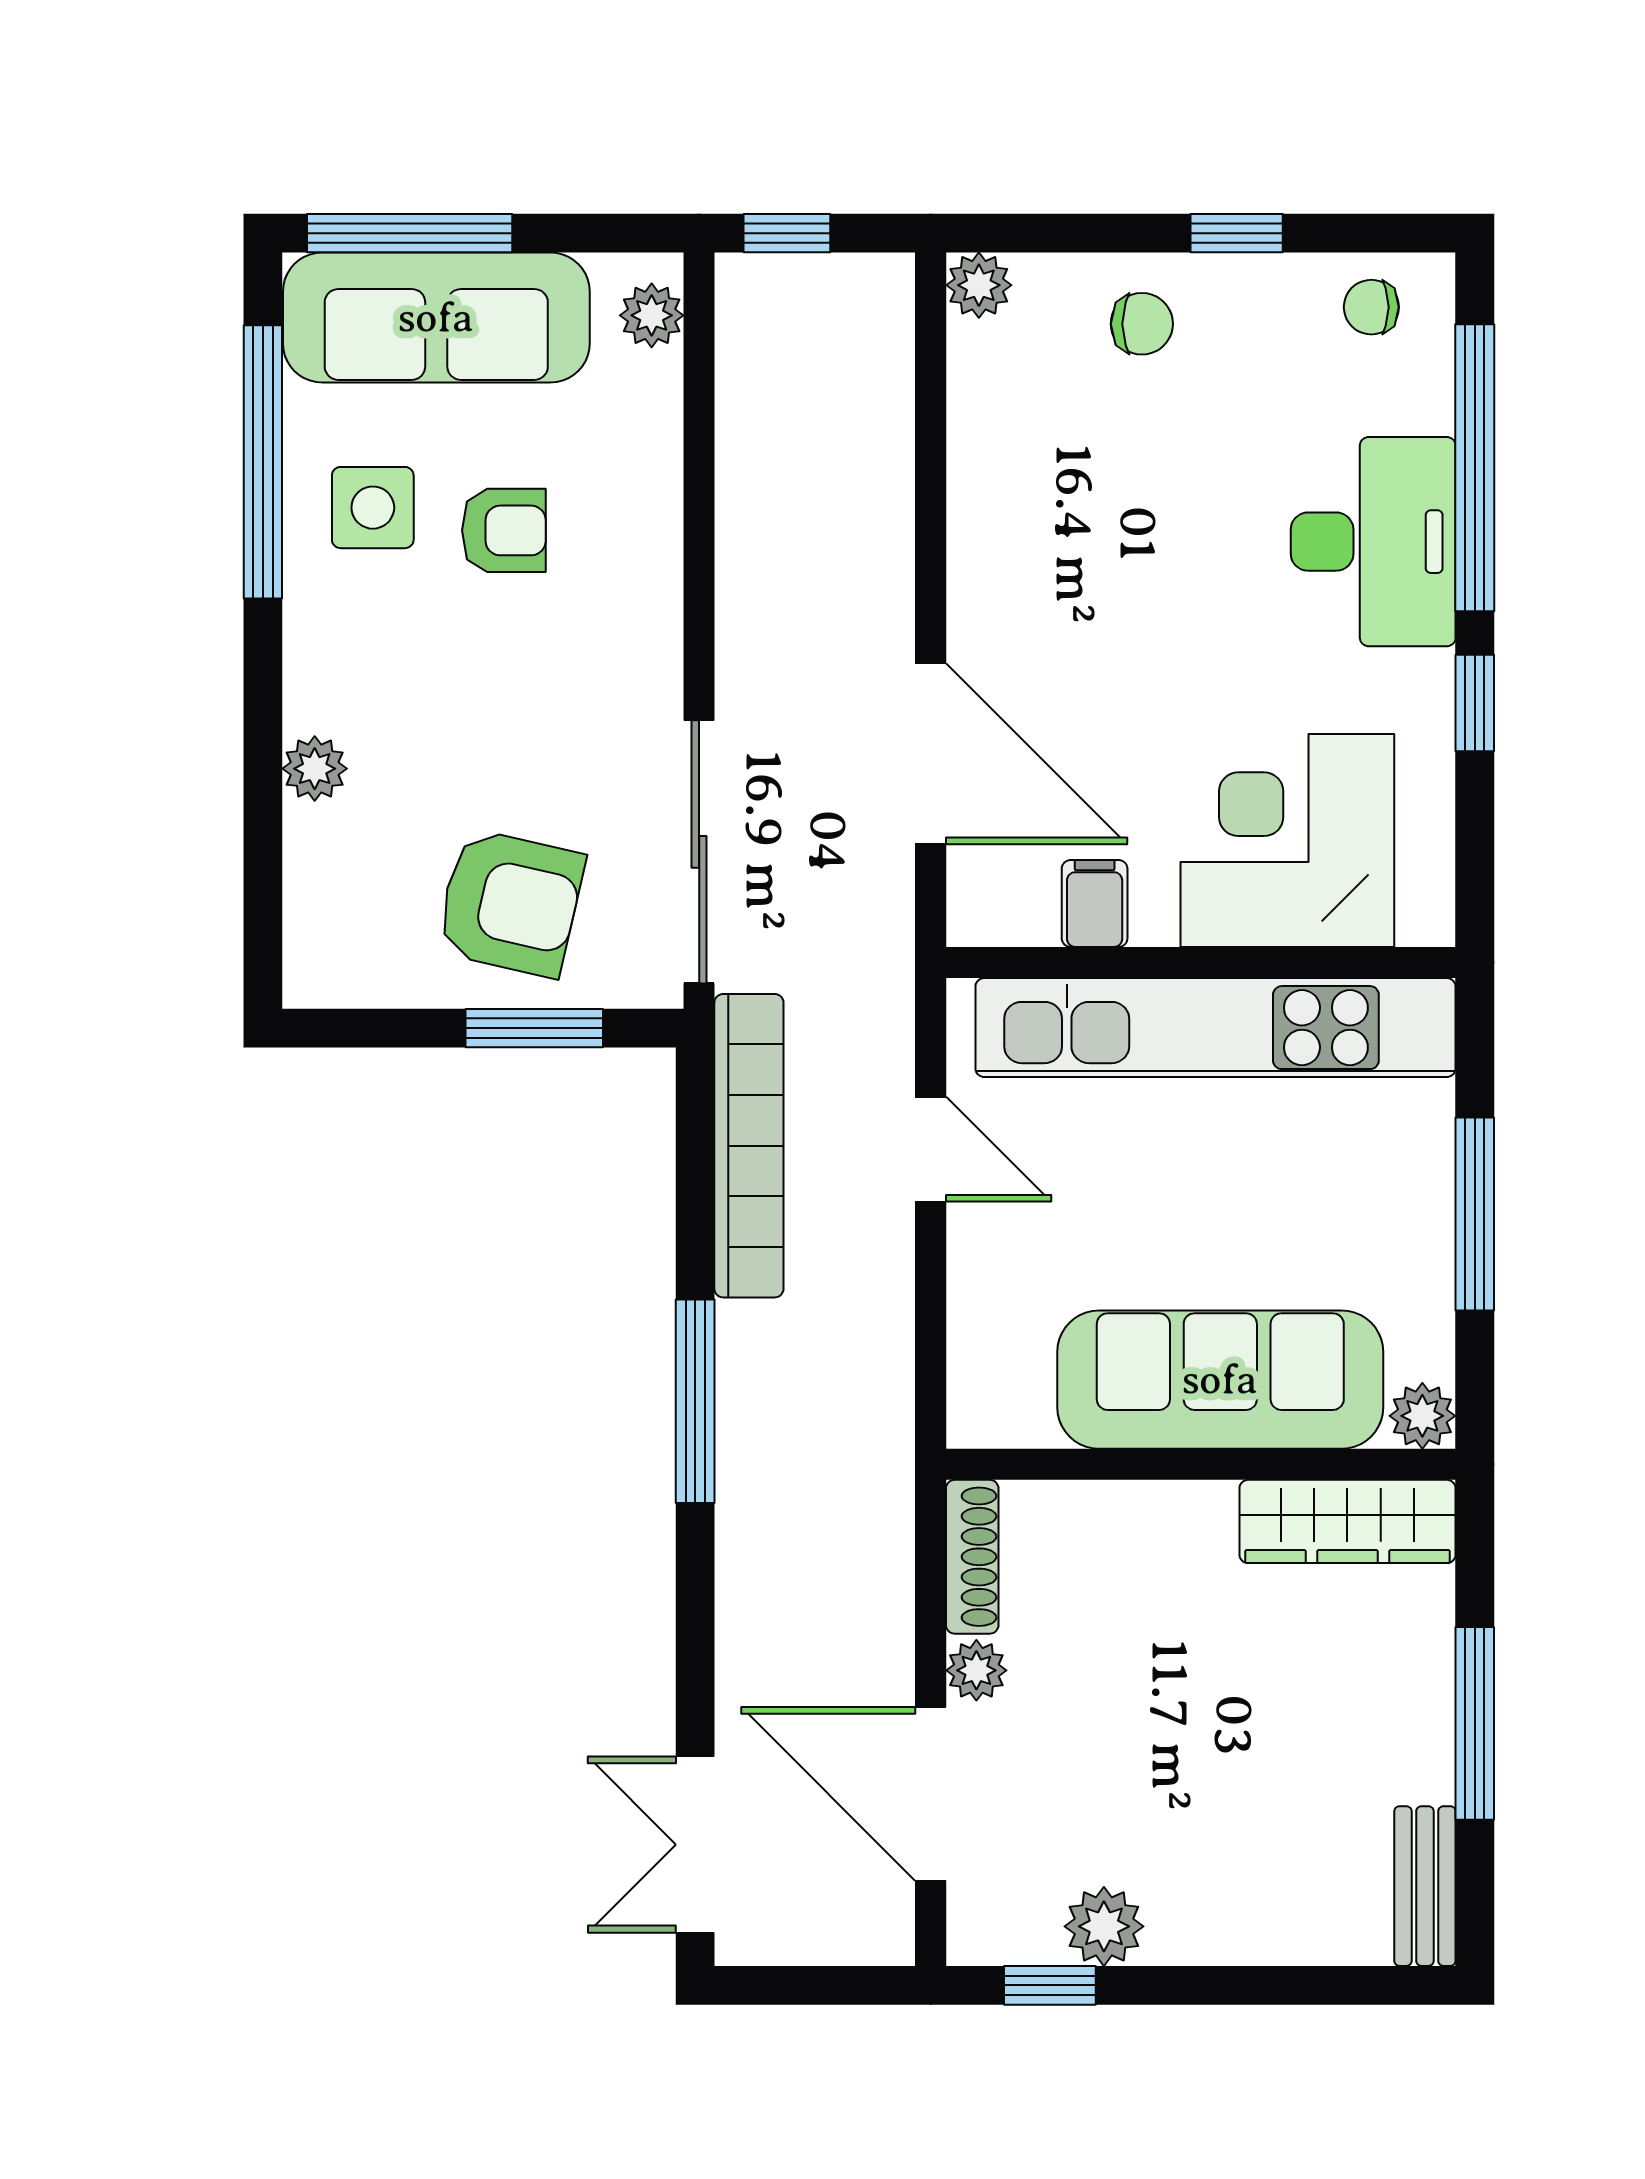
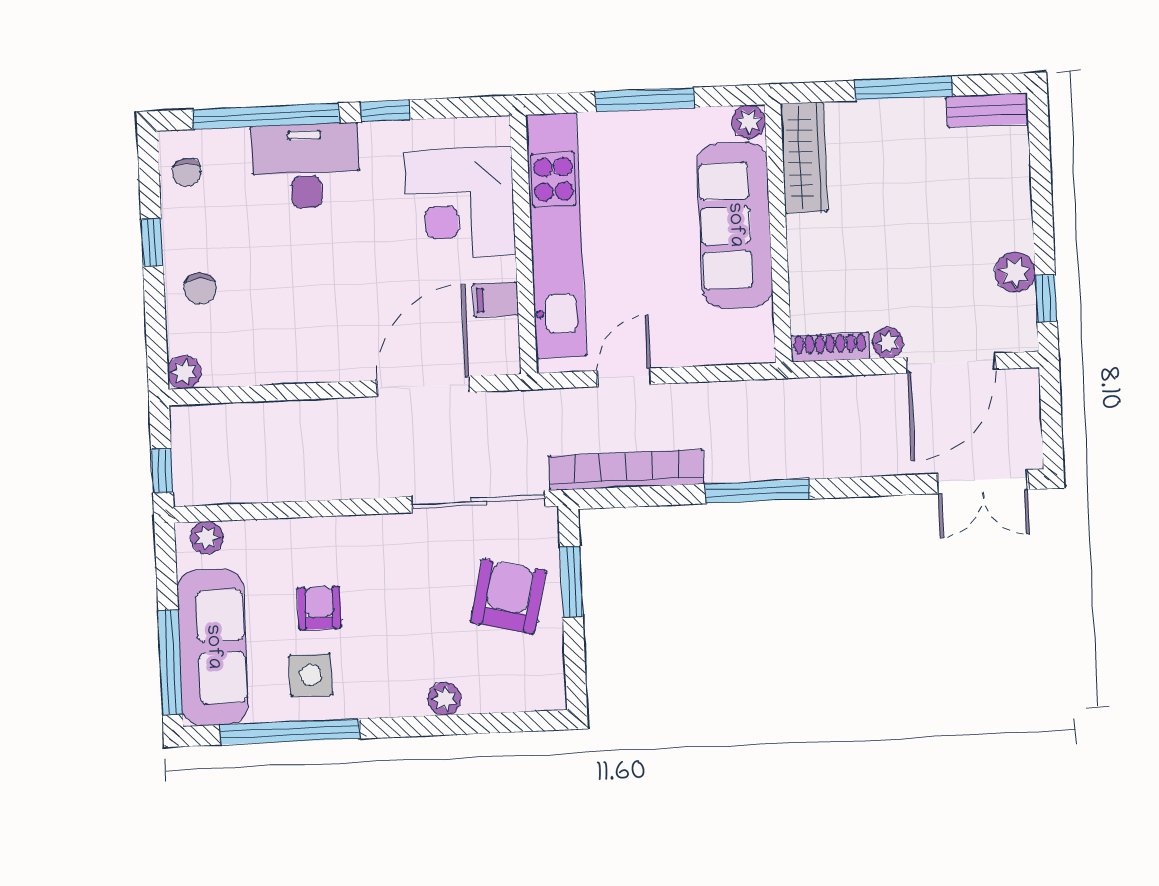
chair: (1142, 324) -> (200, 288), turned 180

